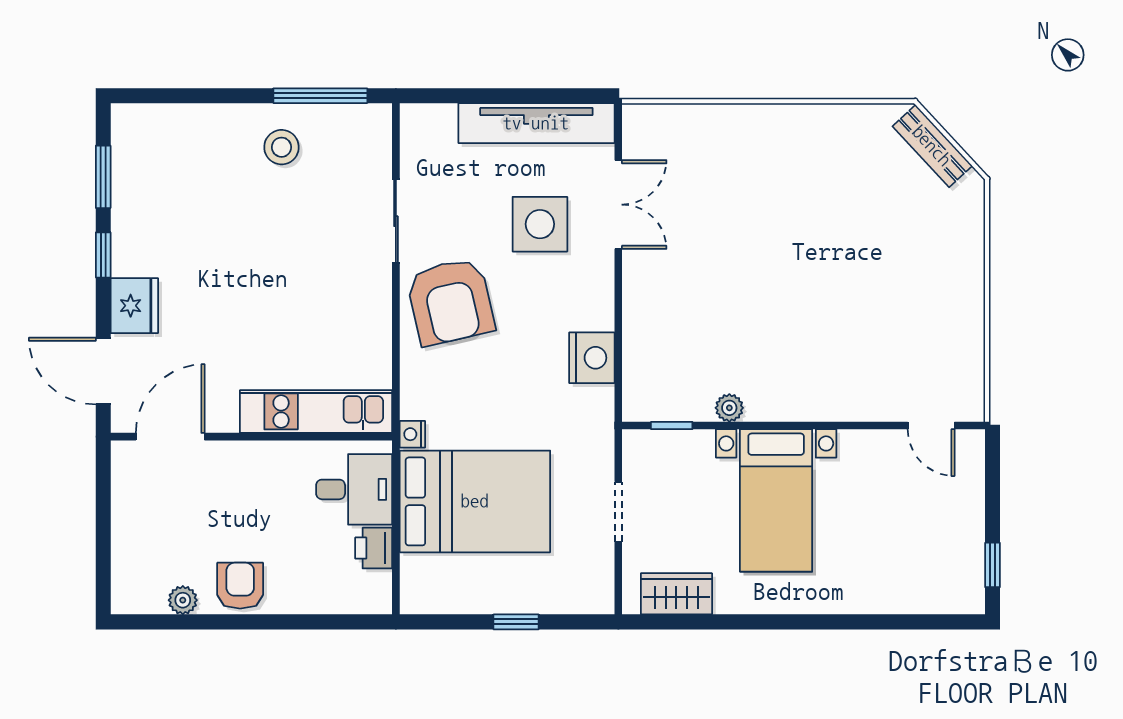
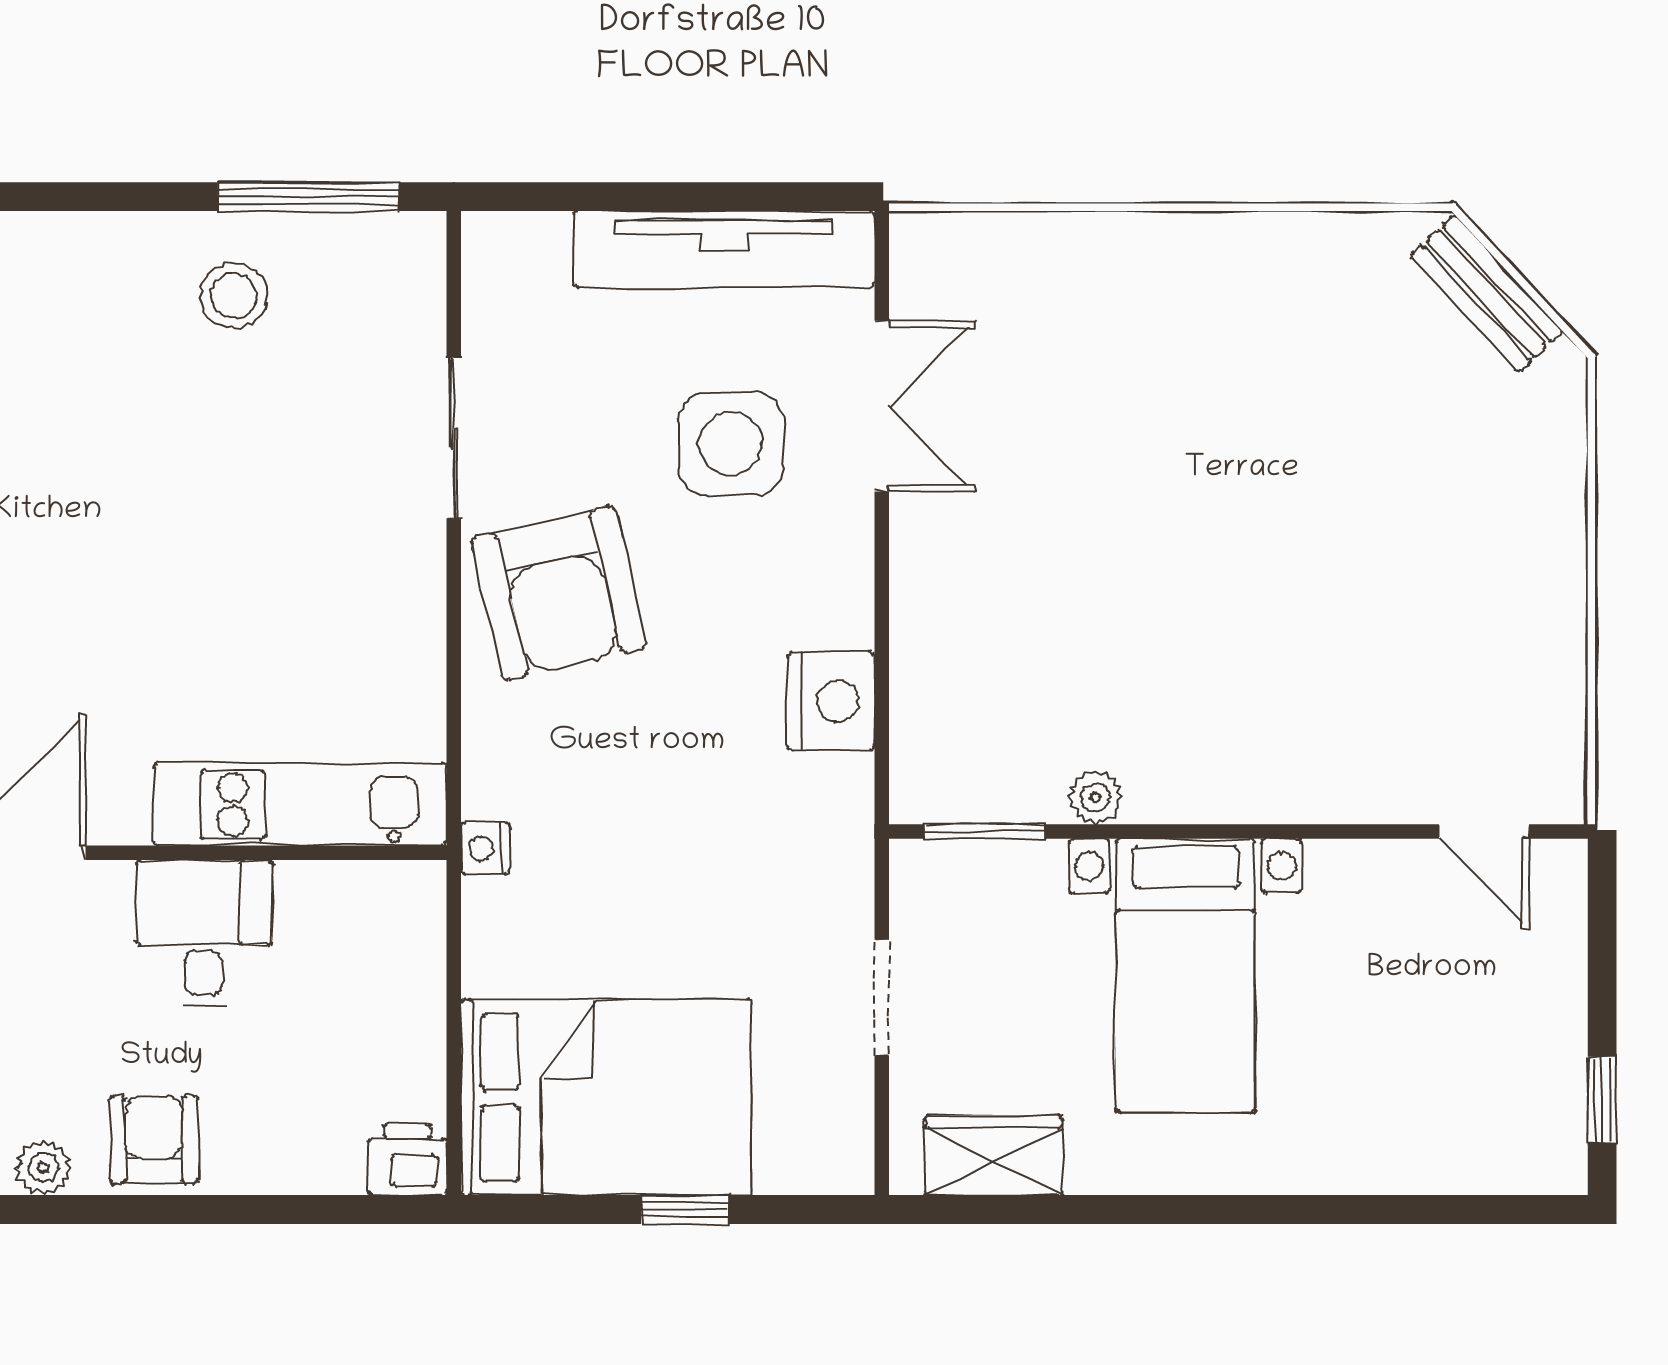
window: (672, 426) -> (984, 831), width x1.50
desk: (354, 489) -> (204, 933), moved, turned -90
bed: (475, 501) -> (606, 1097), moved
printer: (374, 548) -> (407, 1160), moved, turned 90

